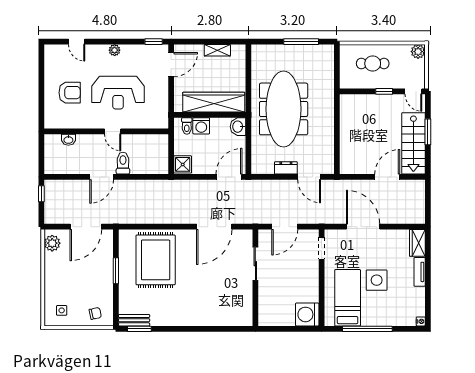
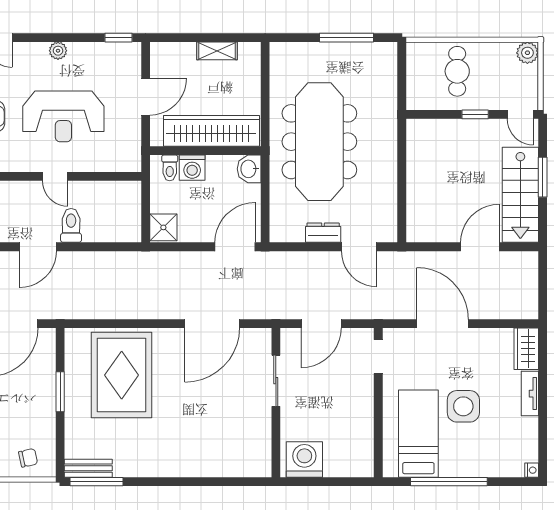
cafe table: (373, 64) -> (457, 71), turned 90
door: (171, 65) -> (146, 97), moved
washing machine: (307, 314) -> (304, 459), moved, turned 90
window: (139, 329) -> (96, 482), width x1.44

